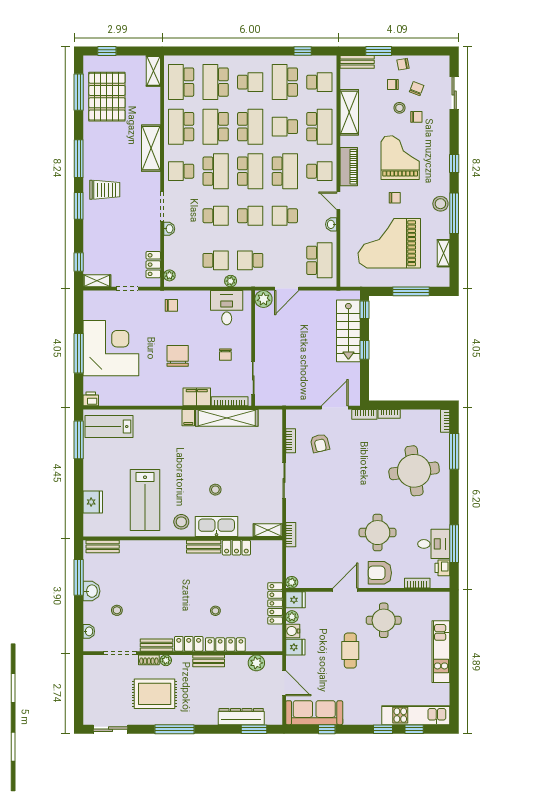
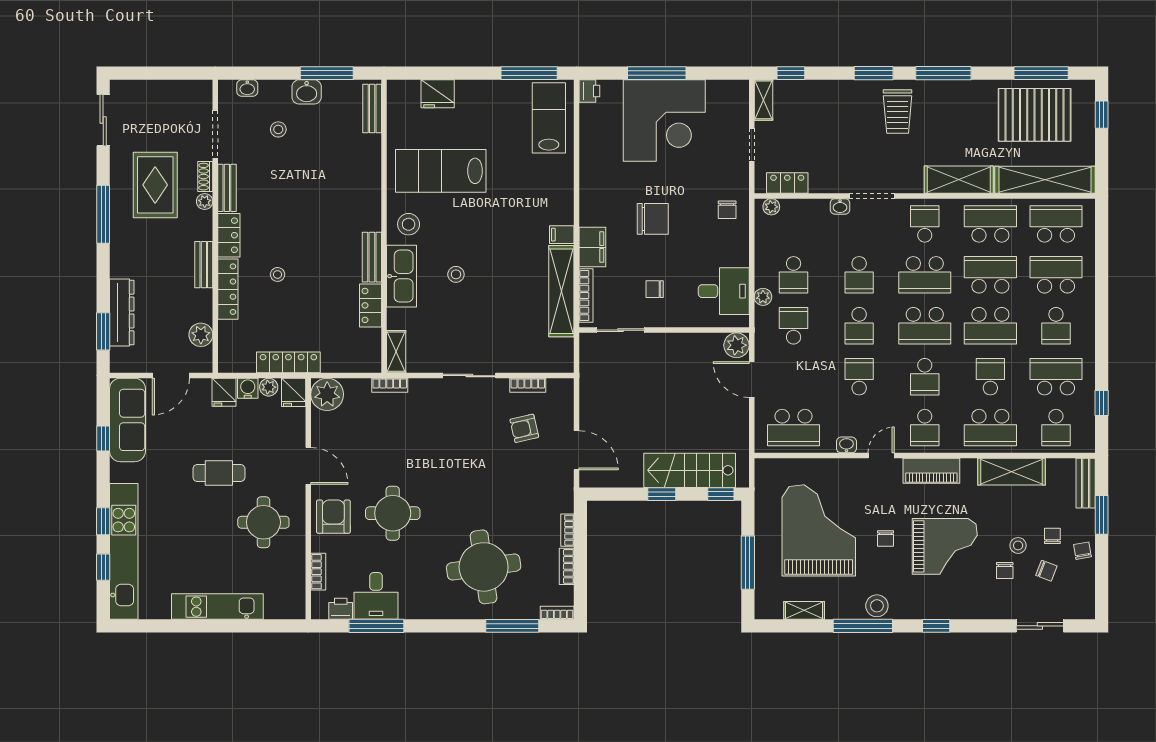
shelving: (153, 71) -> (1045, 180), width x2.20, depth x1.33
school desk: (285, 171) -> (925, 377), width x0.54
bookcase: (364, 414) -> (567, 566), moved
plant: (292, 582) -> (327, 394), width x1.87, depth x1.87
kitchen unit: (416, 715) -> (124, 551), width x1.36

